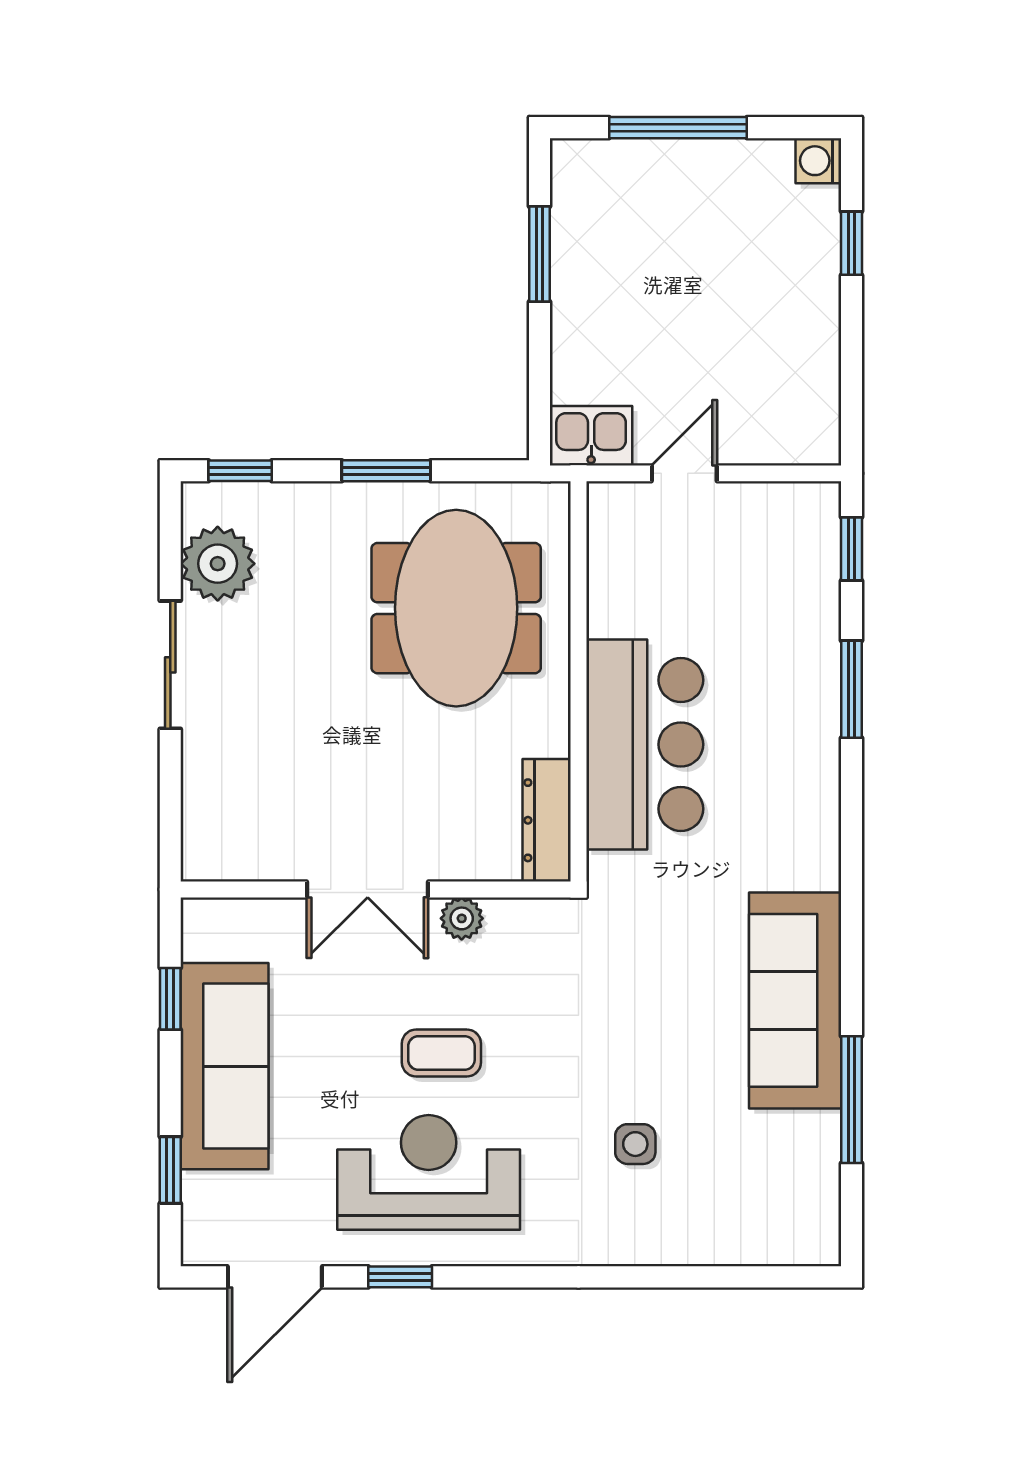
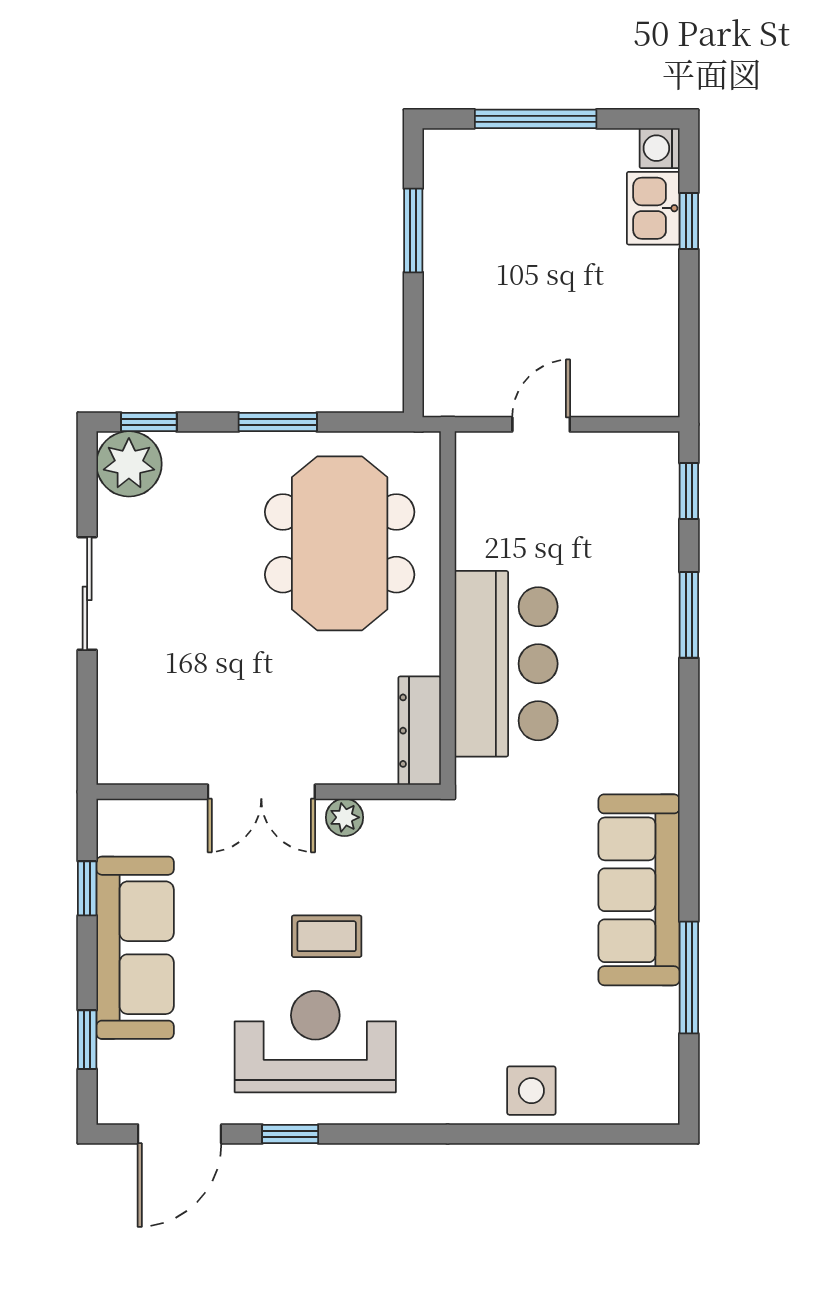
kitchen sink: (591, 436) -> (653, 208), moved, turned -90
plant: (218, 564) -> (129, 464), moved
side table: (635, 1144) -> (531, 1091), moved, width x1.37, depth x1.37

